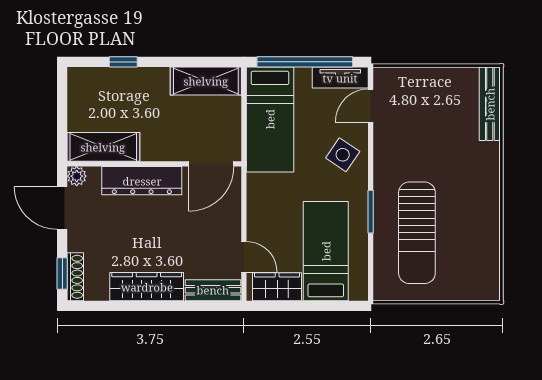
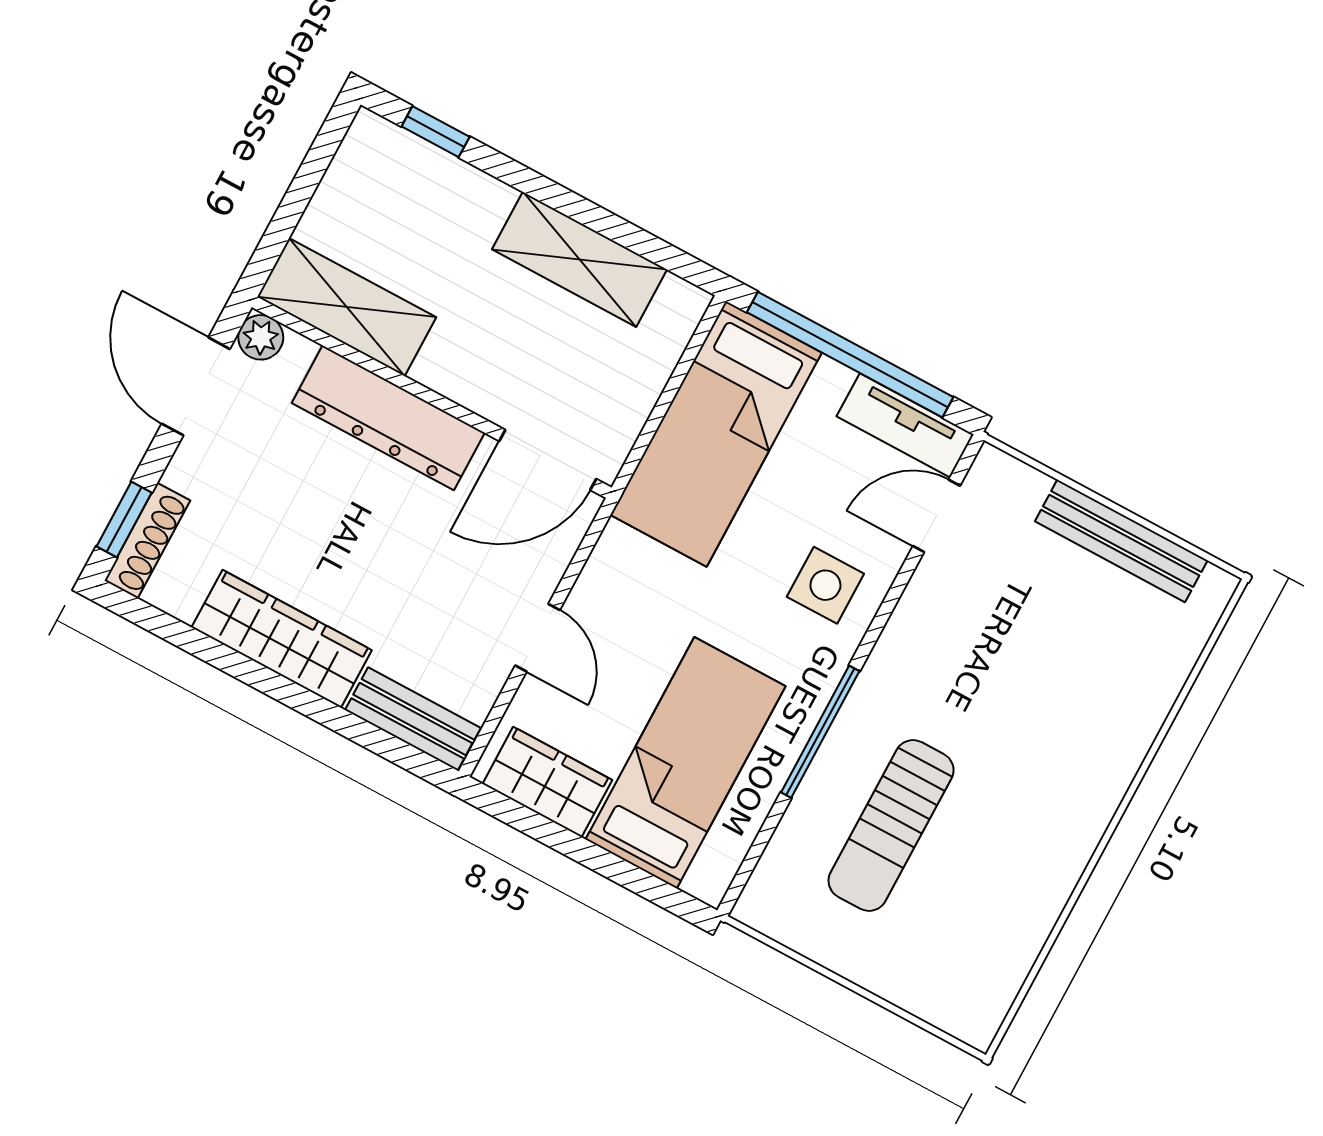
window: (123, 62) -> (436, 132), moved
shelving: (206, 81) -> (580, 259), moved
bench: (490, 104) -> (1121, 541), moved, turned 90
side table: (343, 155) -> (825, 585), turned -34
window: (371, 212) -> (820, 732), width x1.44
sun lounger: (417, 233) -> (891, 826), width x0.73, depth x0.75
door: (244, 257) -> (537, 638), moved

